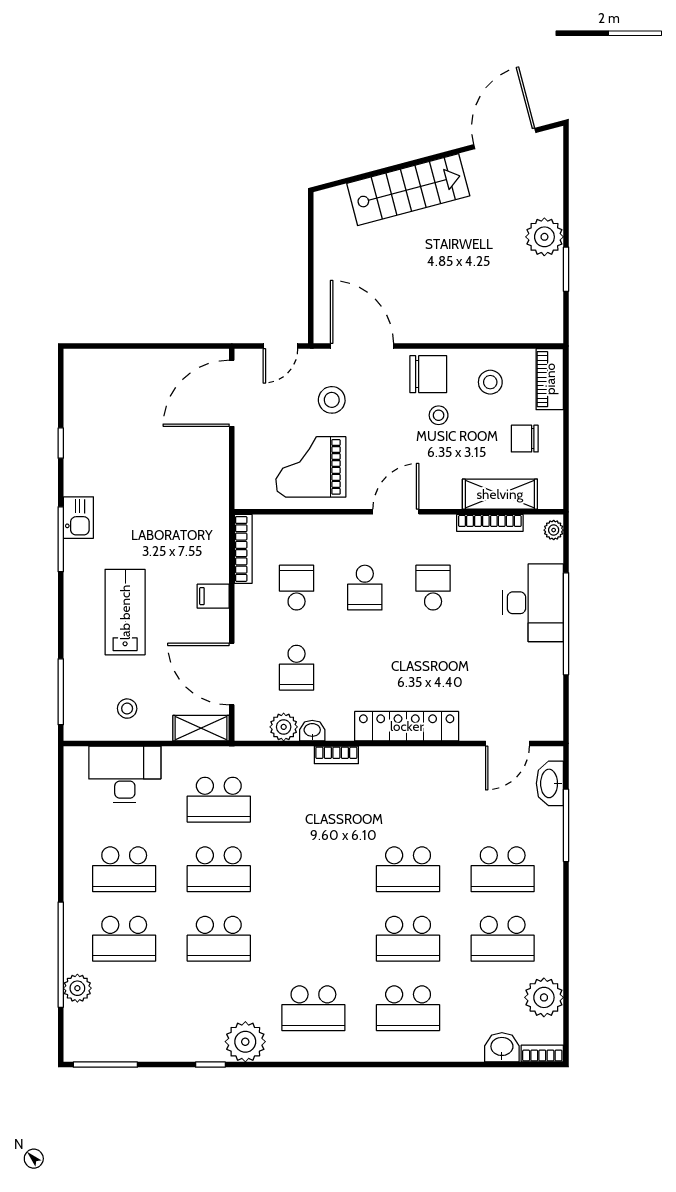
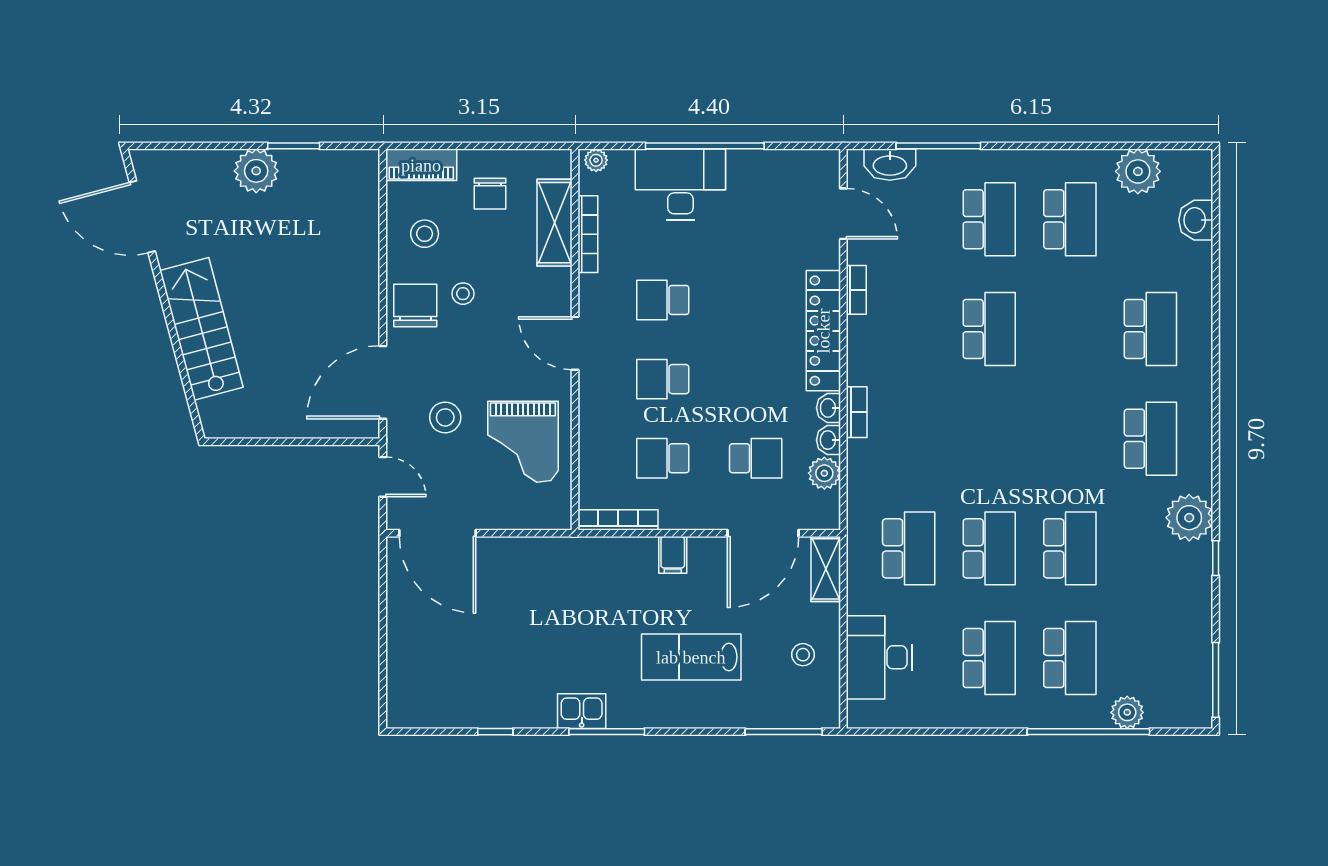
school desk: (365, 588) -> (663, 379), turned 180
washbasin: (340, 731) -> (829, 408), added
school desk: (408, 939) -> (1070, 329), removed
bookcase: (542, 1053) -> (856, 290), moved, turned 180

